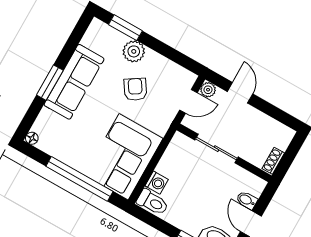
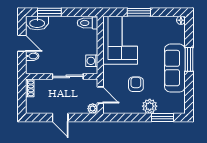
armchair: (135, 89) -> (136, 84), turned -147
door: (240, 93) -> (60, 118), moved
door: (188, 101) -> (100, 95), swing flipped
window: (79, 179) -> (139, 12), width x0.47
washing machine: (157, 183) -> (92, 61), moved

